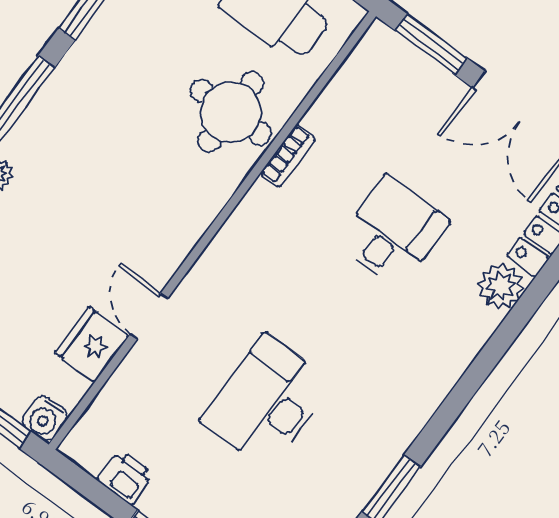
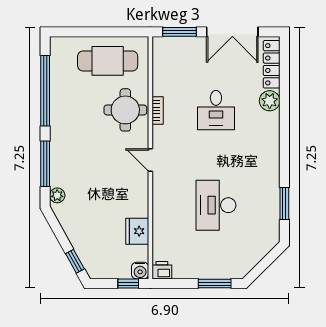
desk: (392, 232) -> (216, 110), turned 180
door: (149, 316) -> (150, 160), moved
printer: (126, 477) -> (162, 270), moved

